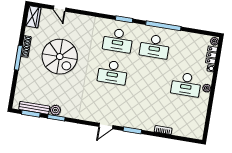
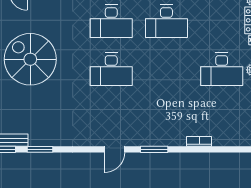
spiral stairs: (60, 57) -> (30, 59), turned 180
plant: (55, 110) -> (37, 139), removed

